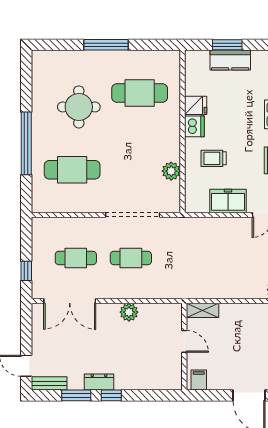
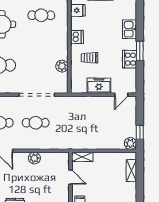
cafe table: (140, 93) -> (41, 15), width x0.73, depth x0.74
fridge: (196, 105) -> (78, 10), moved

